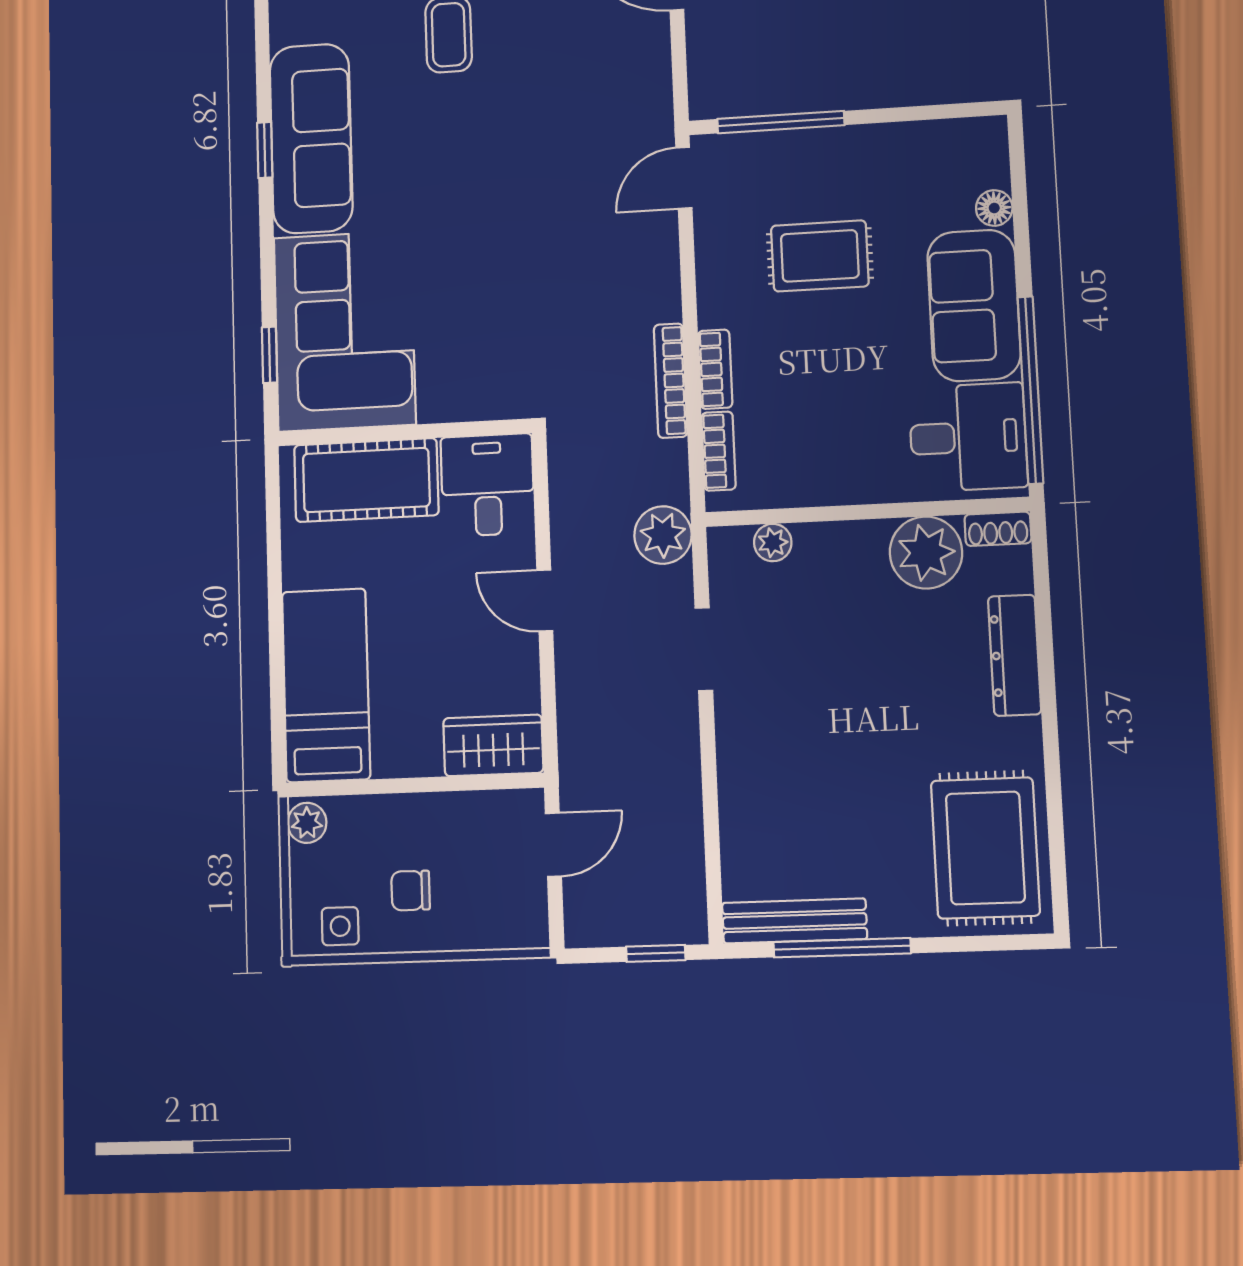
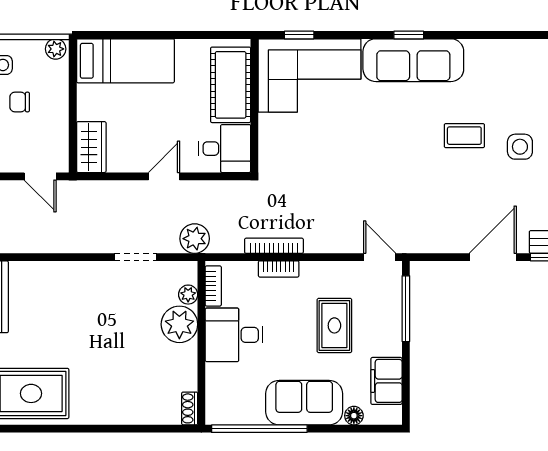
filing cabinet: (923, 150) -> (386, 381), added
desk: (968, 437) -> (234, 335), moved, turned 90
bookcase: (718, 451) -> (213, 286), moved, turned -90
plant: (926, 552) -> (179, 324), moved
dresser: (1015, 655) -> (126, 413), removed
chair: (411, 891) -> (20, 102), turned -90

